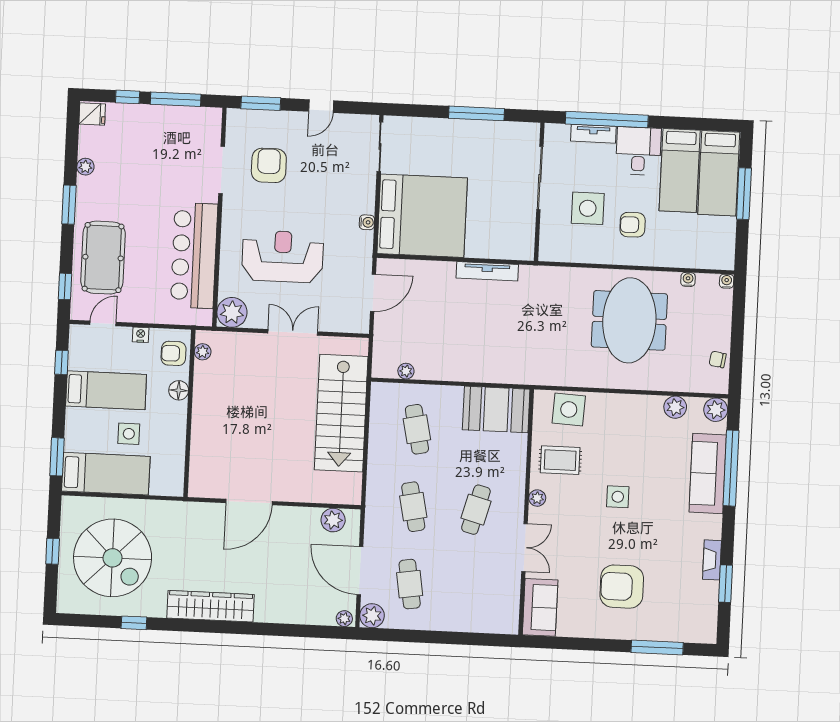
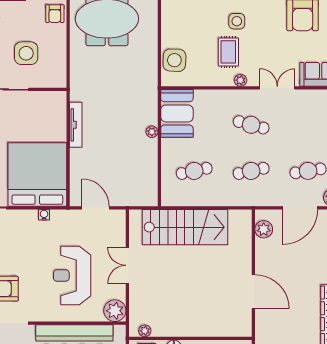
armchair: (633, 225) -> (55, 14), moved
plant: (406, 371) -> (152, 132), moved
rug: (560, 460) -> (228, 52), moved

